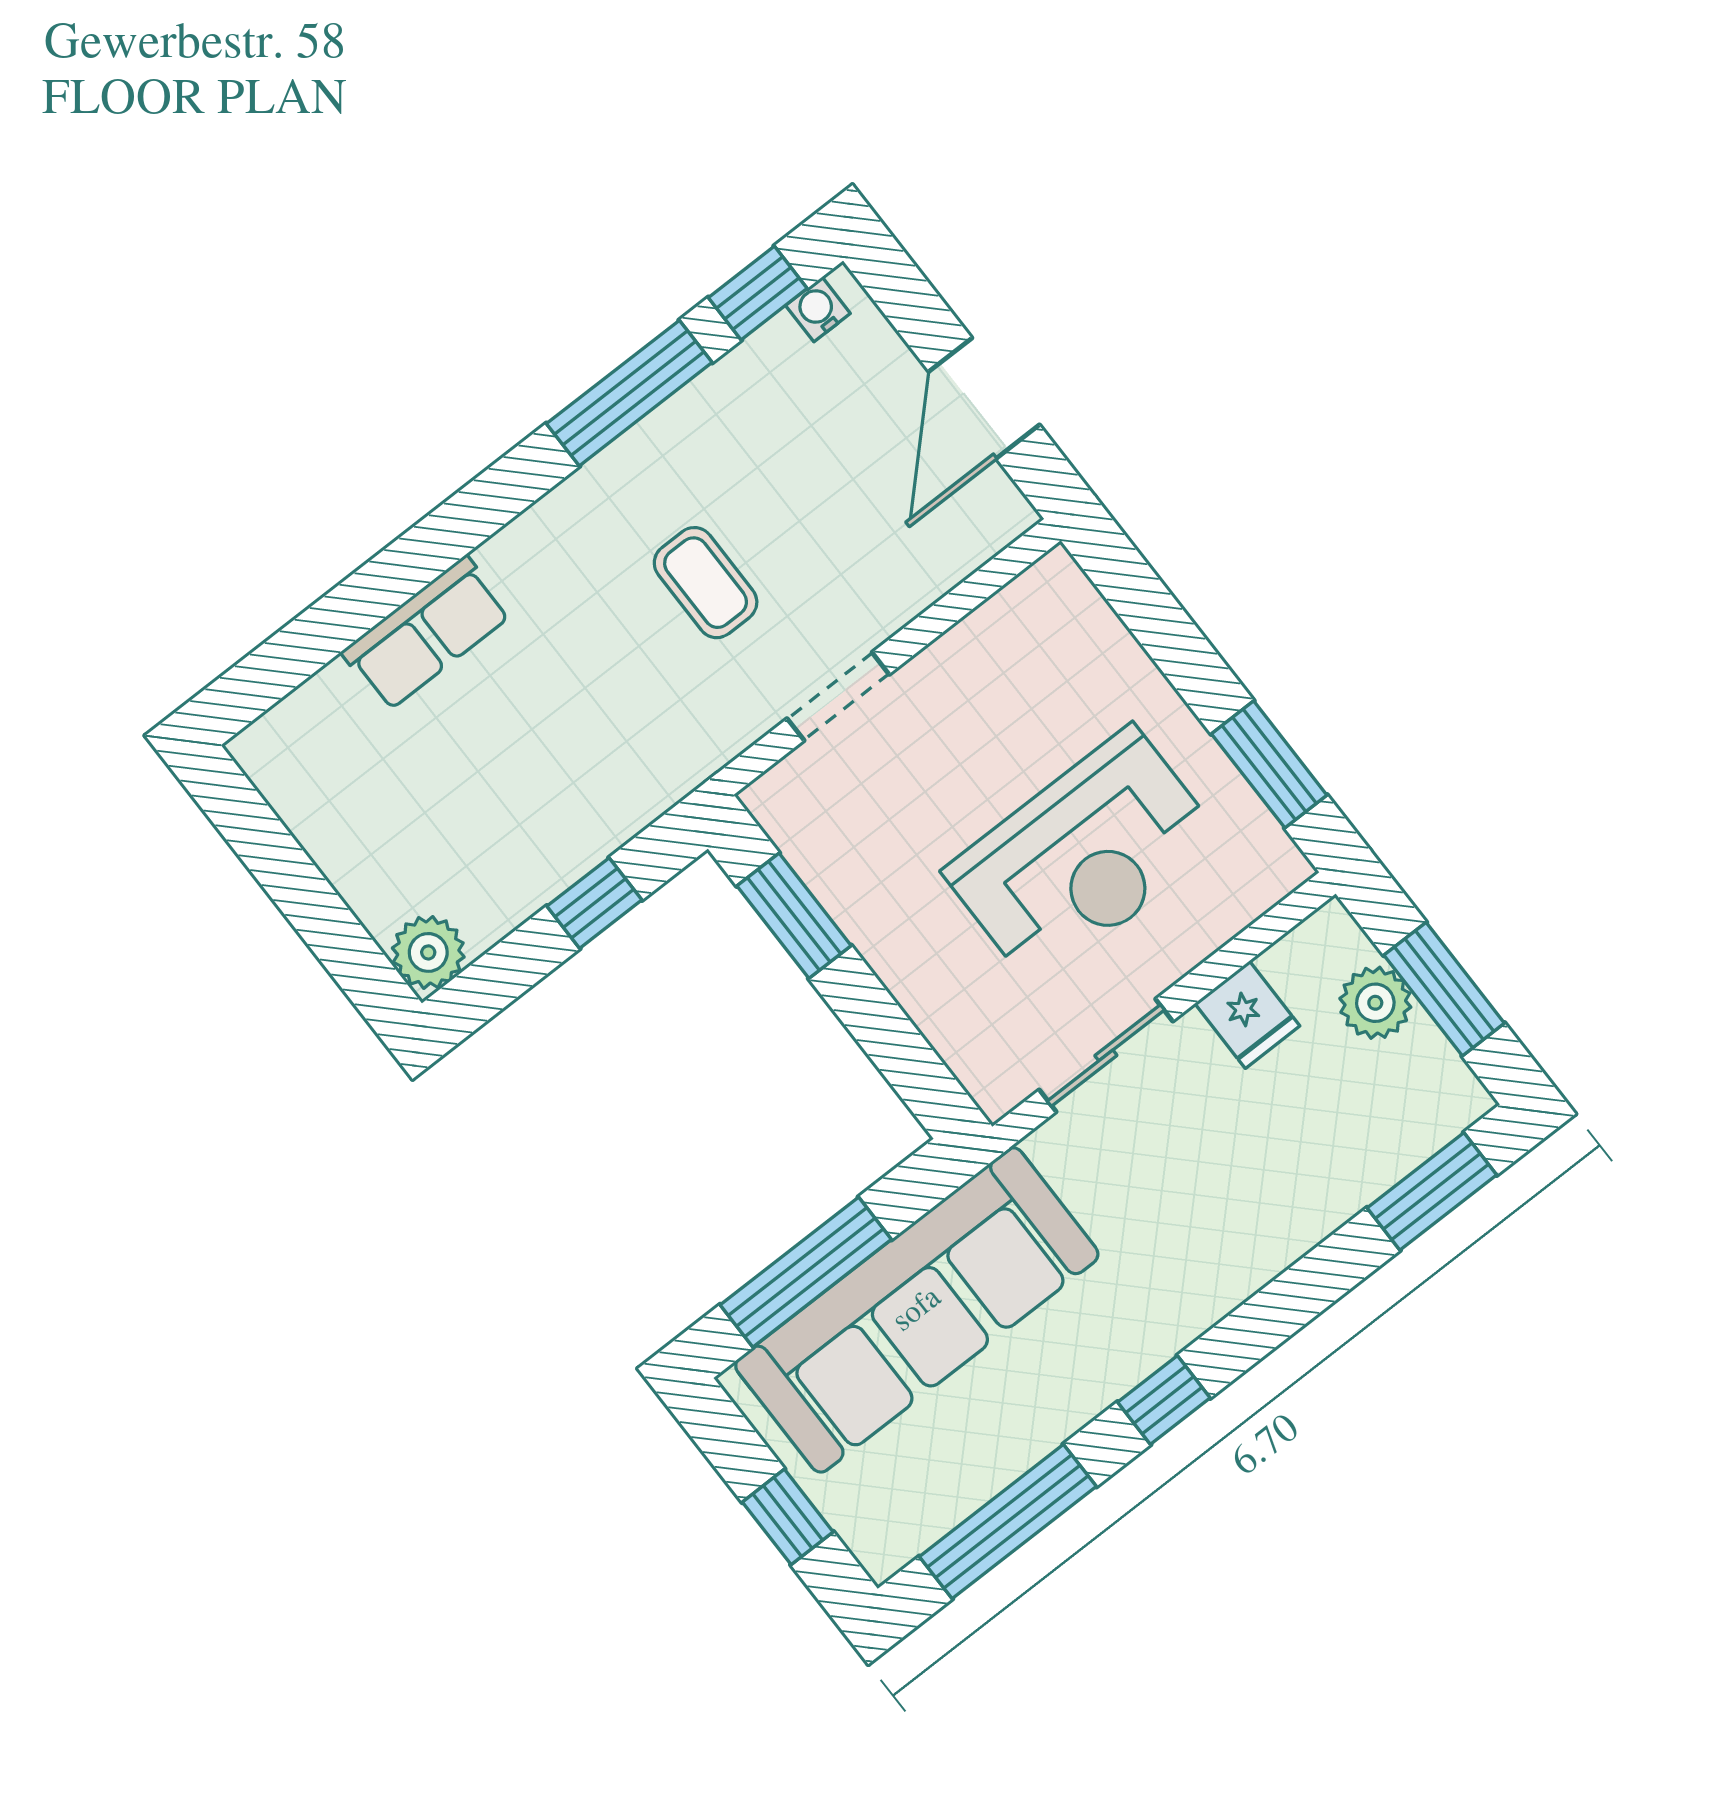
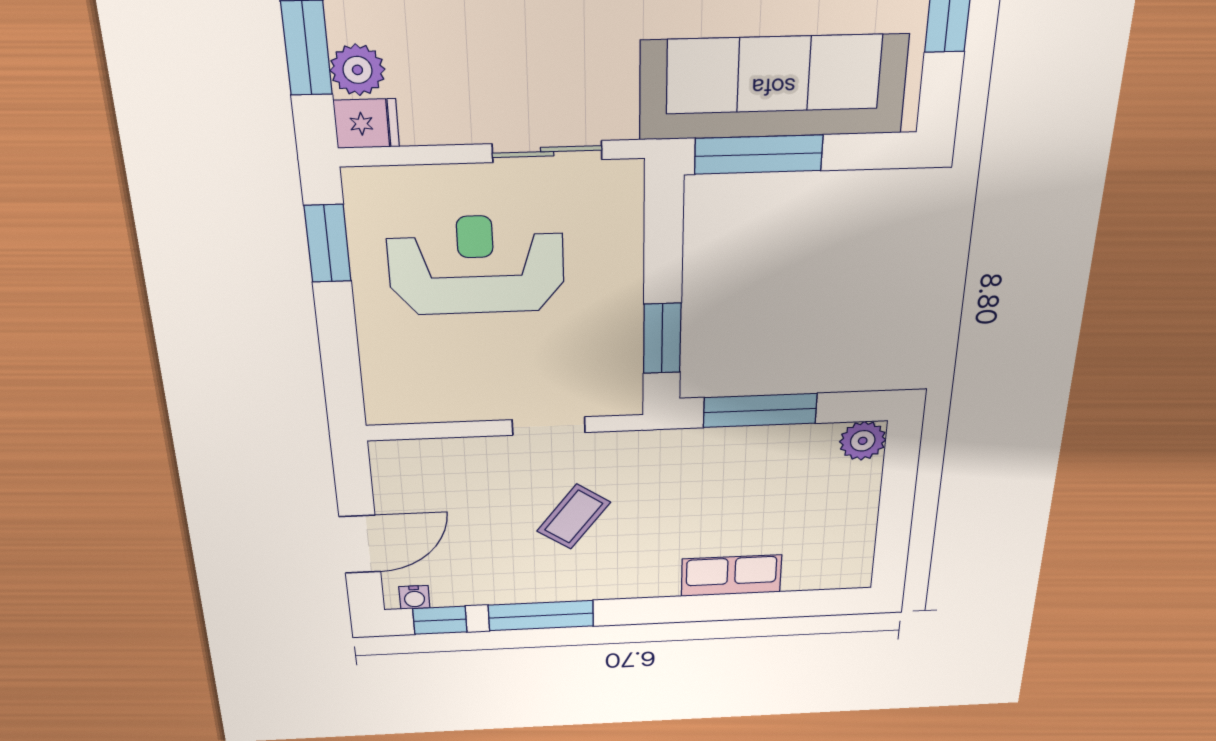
door: (984, 398) -> (360, 544), moved
coffee table: (706, 583) -> (574, 517), turned 36
window: (594, 903) -> (760, 410), width x2.17
fridge: (1247, 1015) -> (366, 124), moved, turned 90
window: (806, 1272) -> (759, 155), moved

